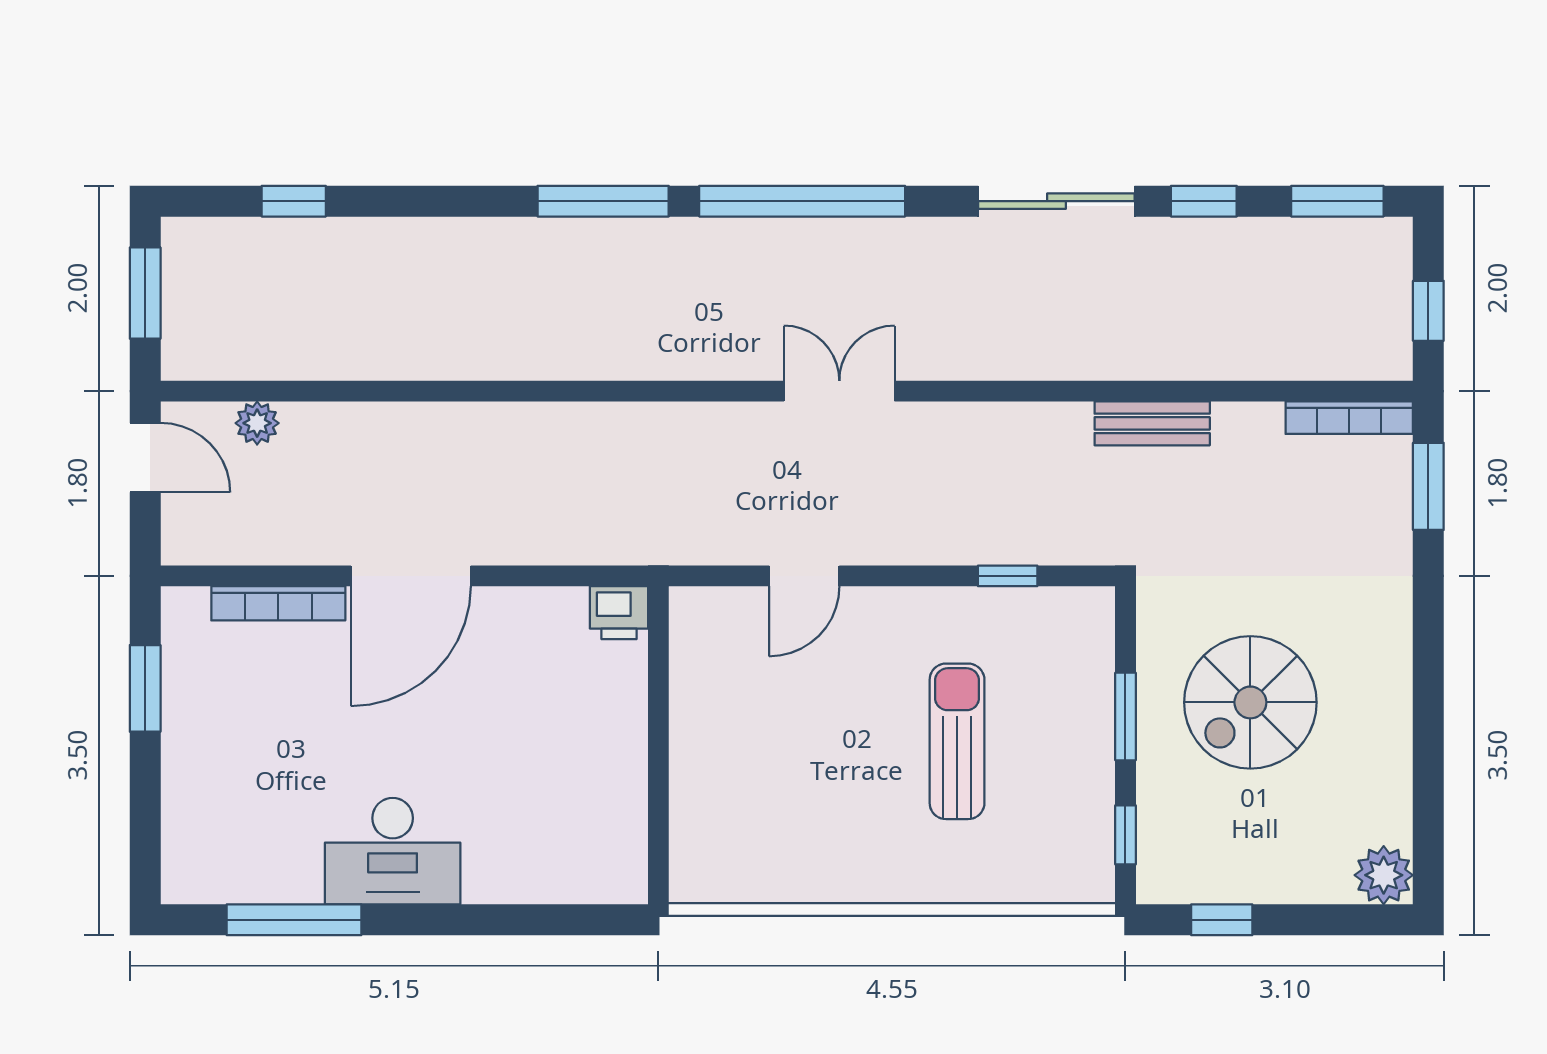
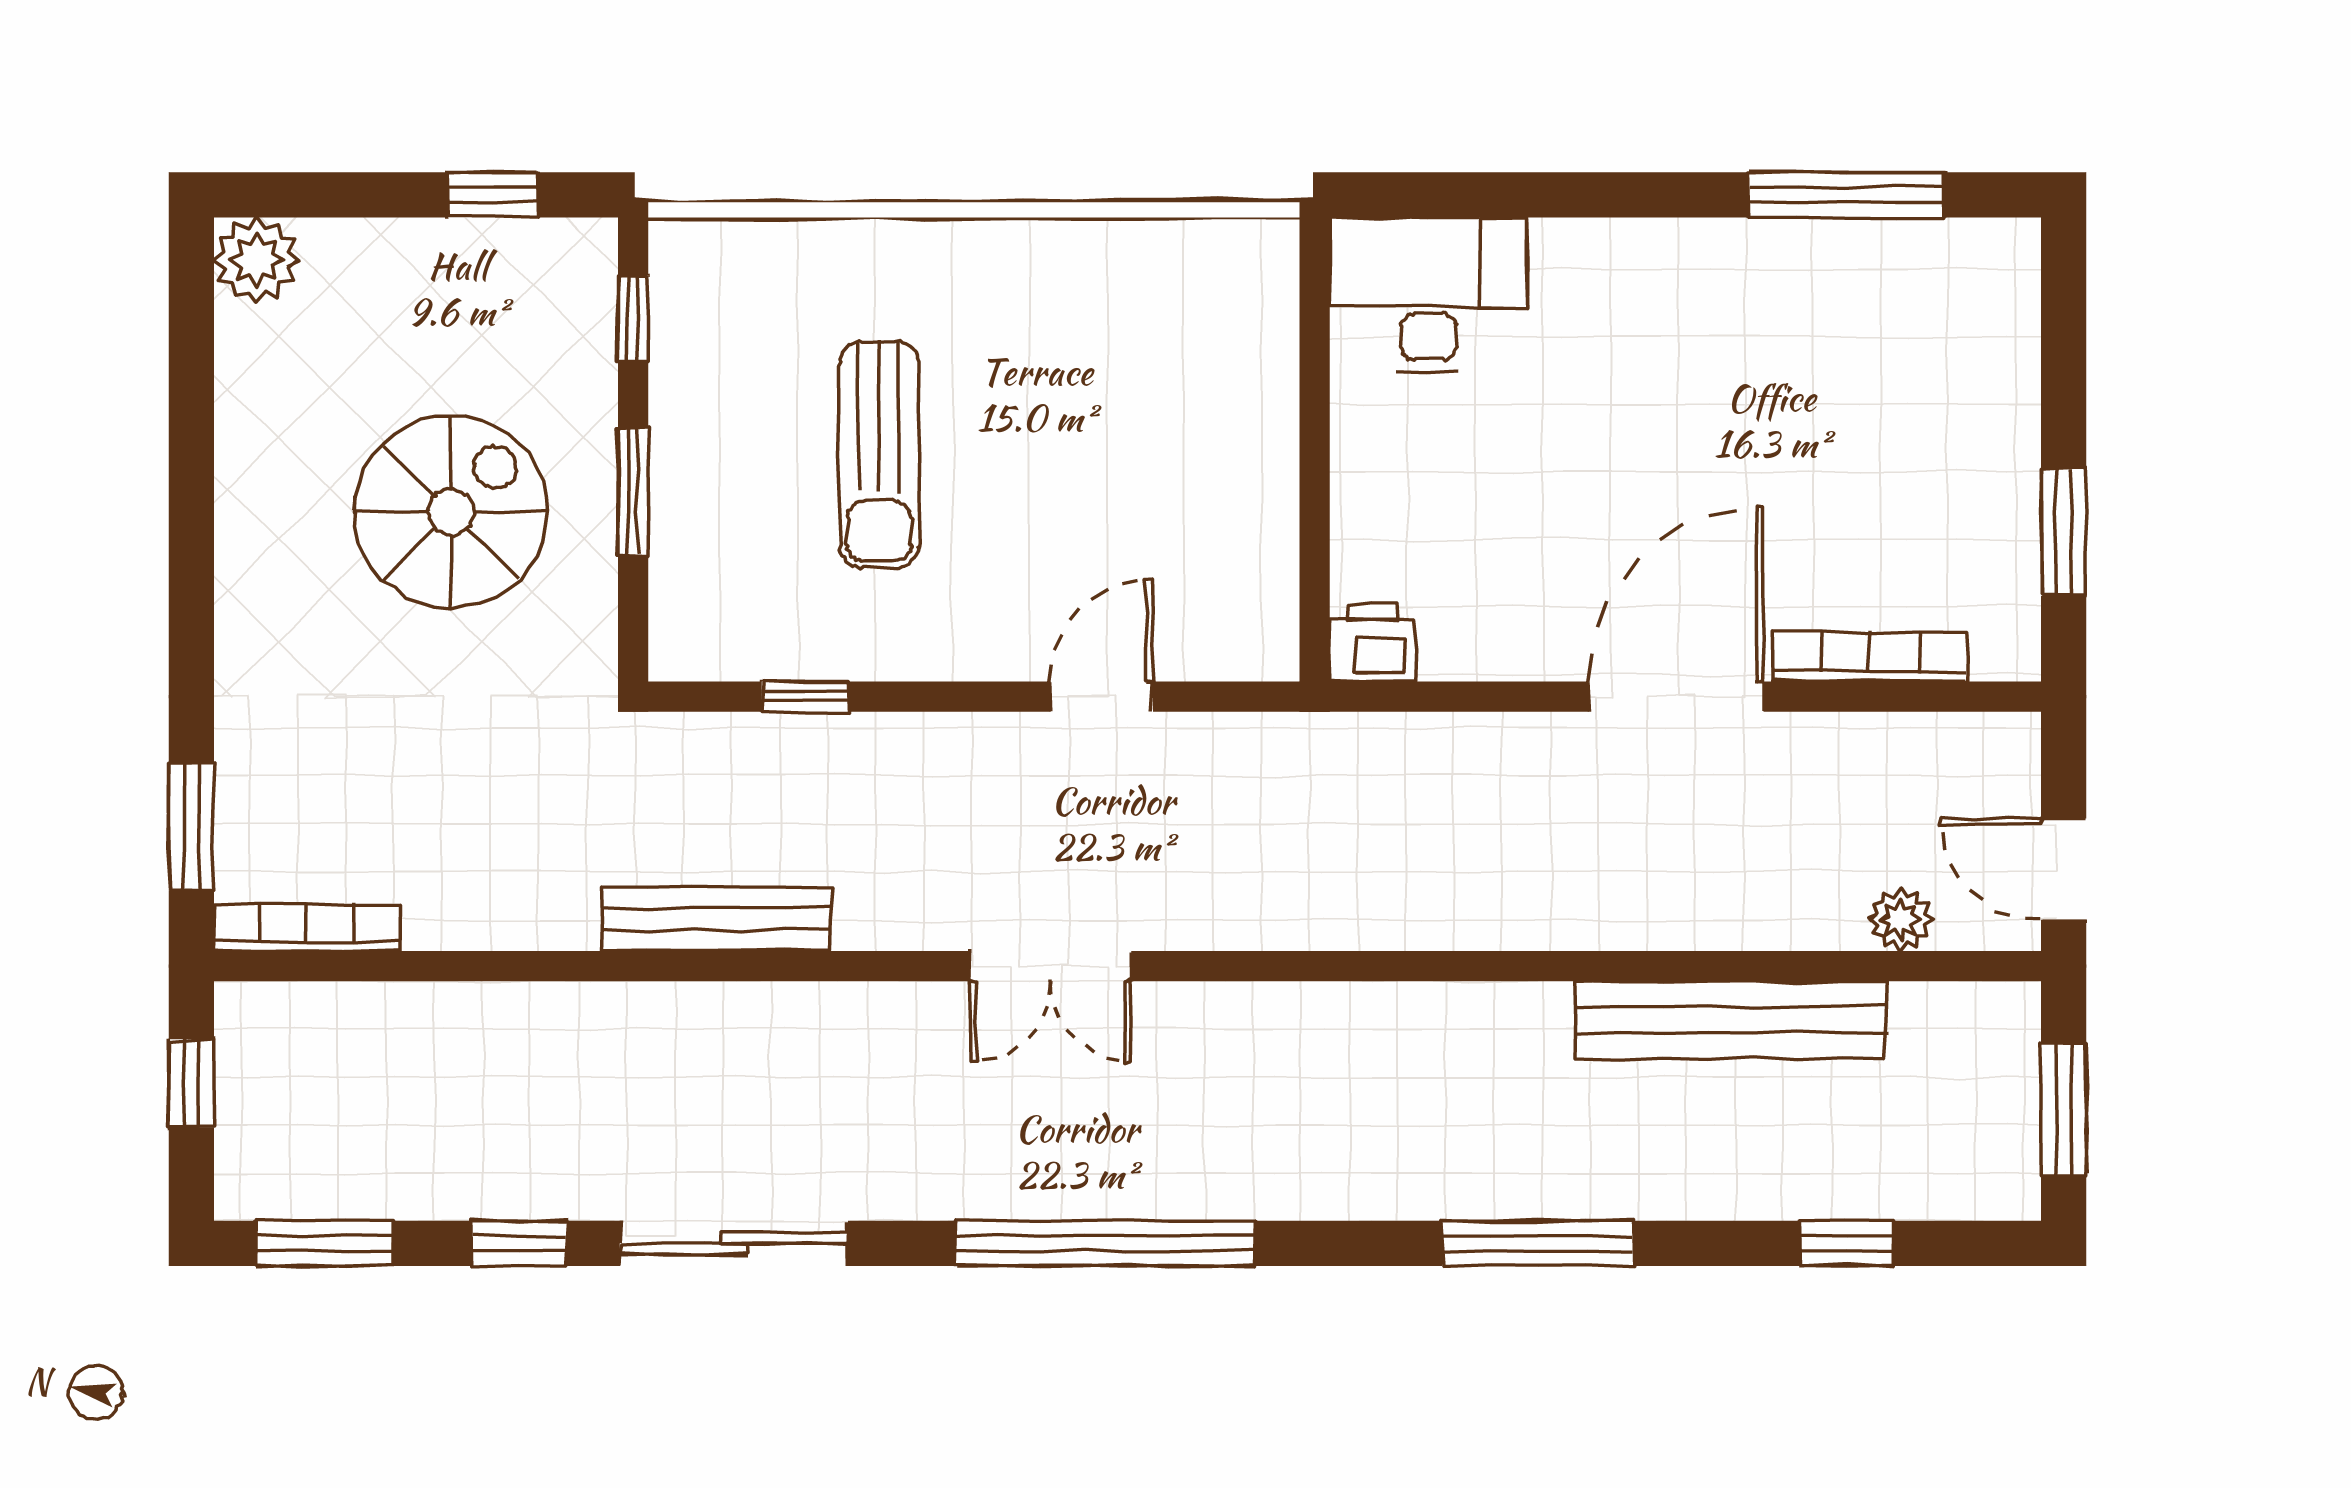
window: (603, 201) -> (1538, 1243), moved
bench: (373, 354) -> (1731, 1020), added
bench: (1152, 423) -> (717, 919), moved, width x1.36
desk: (393, 851) -> (1428, 295), moved

